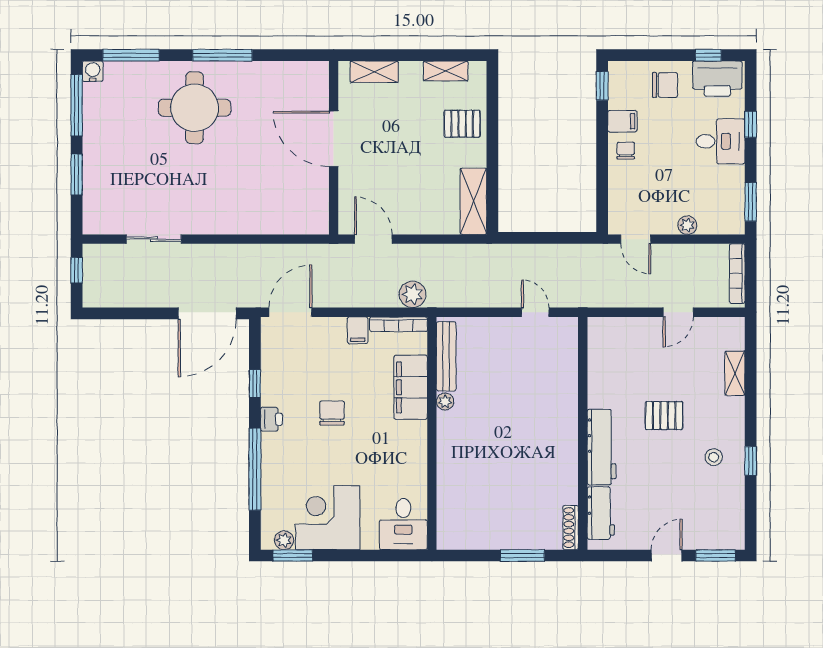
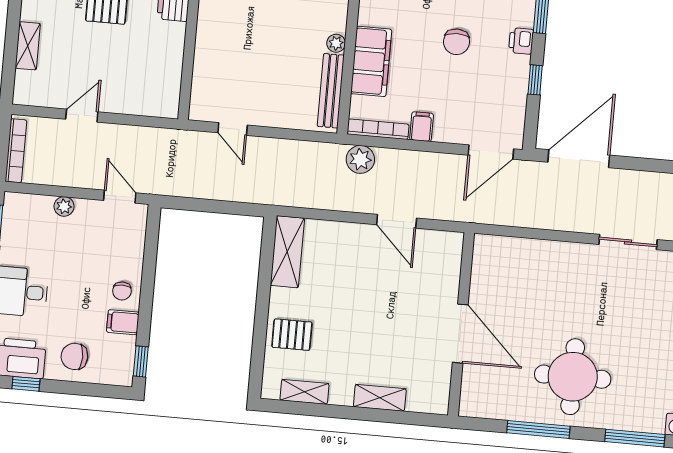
door: (334, 139) -> (460, 334), moved
wall: (334, 148) -> (461, 324), moved

